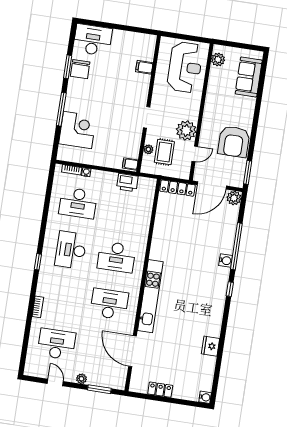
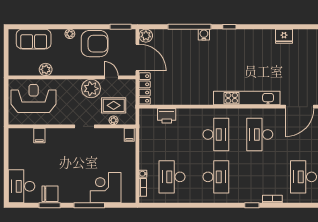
plant: (218, 59) -> (46, 69), moved
plant: (248, 117) -> (70, 34), added
printer: (127, 183) -> (167, 116), moved, turned 90
desk: (78, 203) -> (172, 177), turned 180
desk: (71, 250) -> (216, 177), turned -90
window: (38, 262) -> (252, 205), moved

